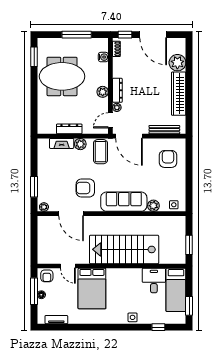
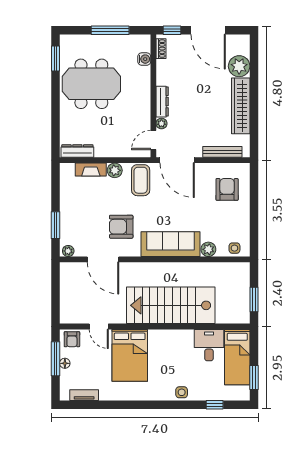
plant: (103, 92) -> (143, 104), removed
dresser: (69, 129) -> (77, 151), moved

